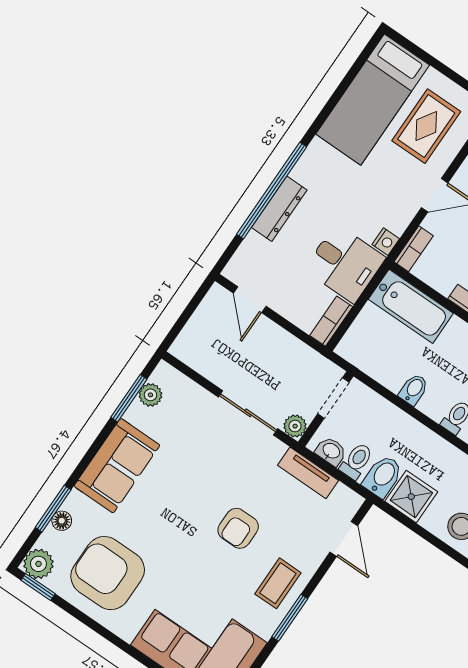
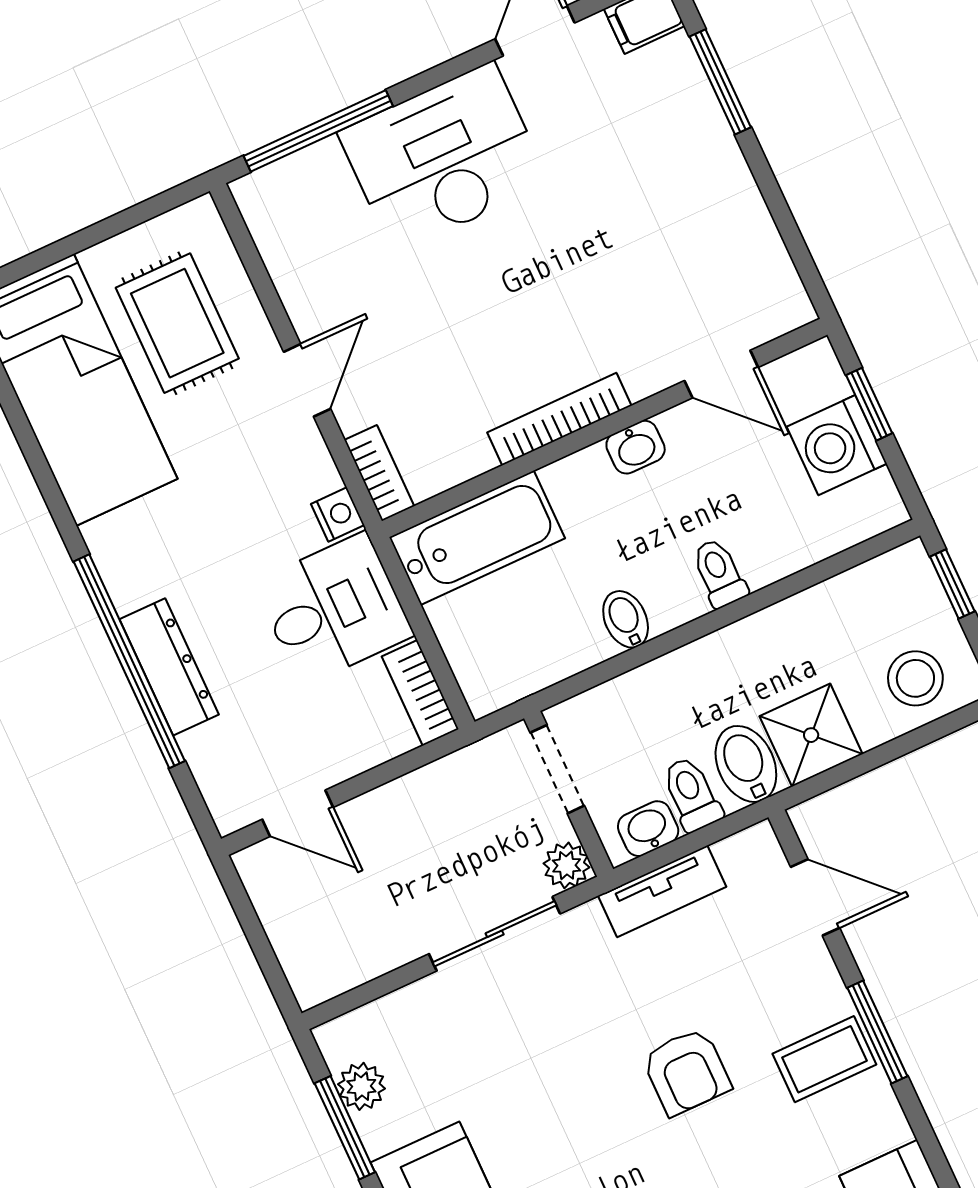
coffee table: (278, 583) -> (824, 1059), turned 90
window: (290, 618) -> (877, 1032), moved

